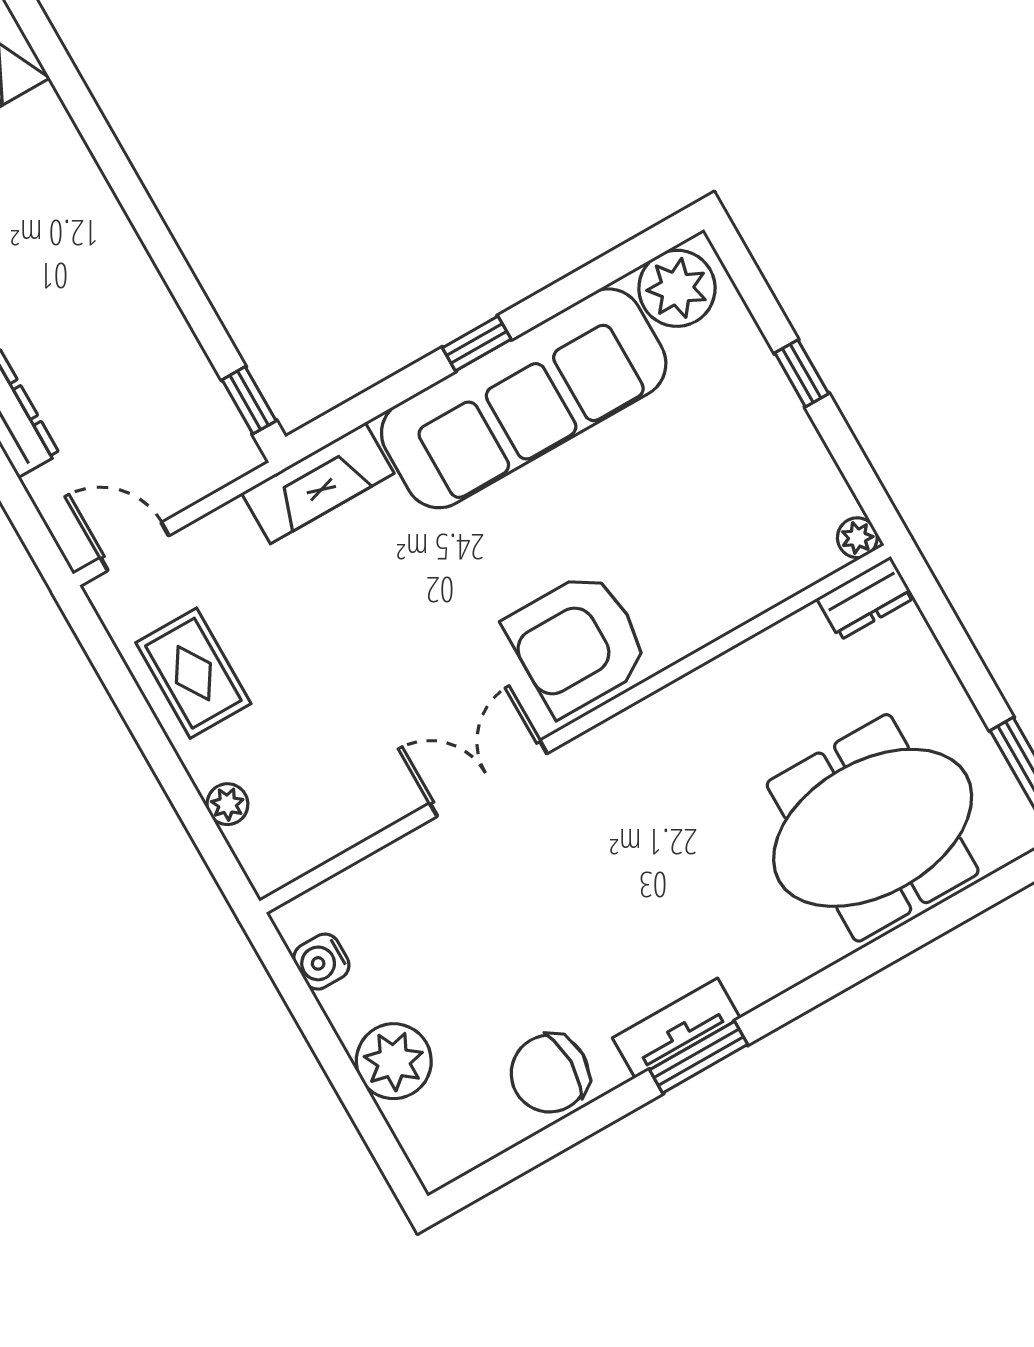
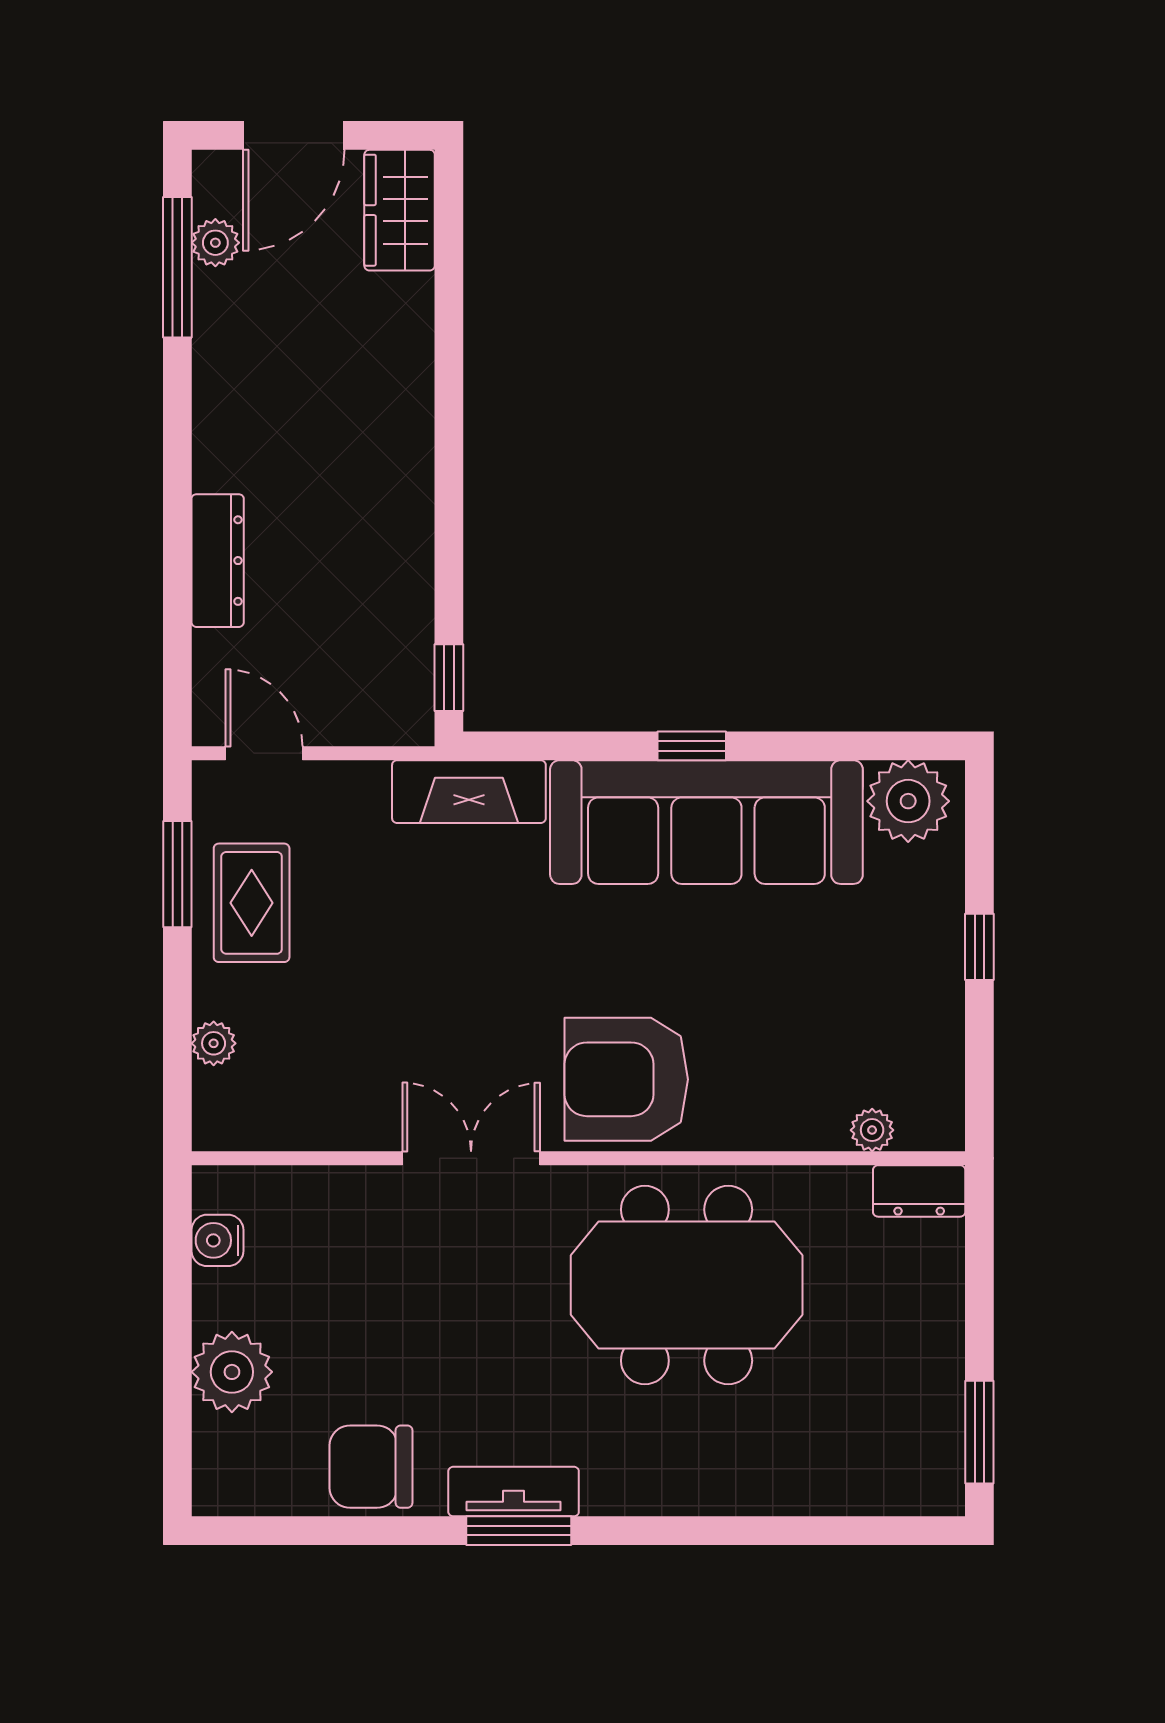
plant: (857, 538) -> (872, 1130), moved
window: (120, 684) -> (177, 874), added
meeting table: (873, 828) -> (687, 1285), moved

